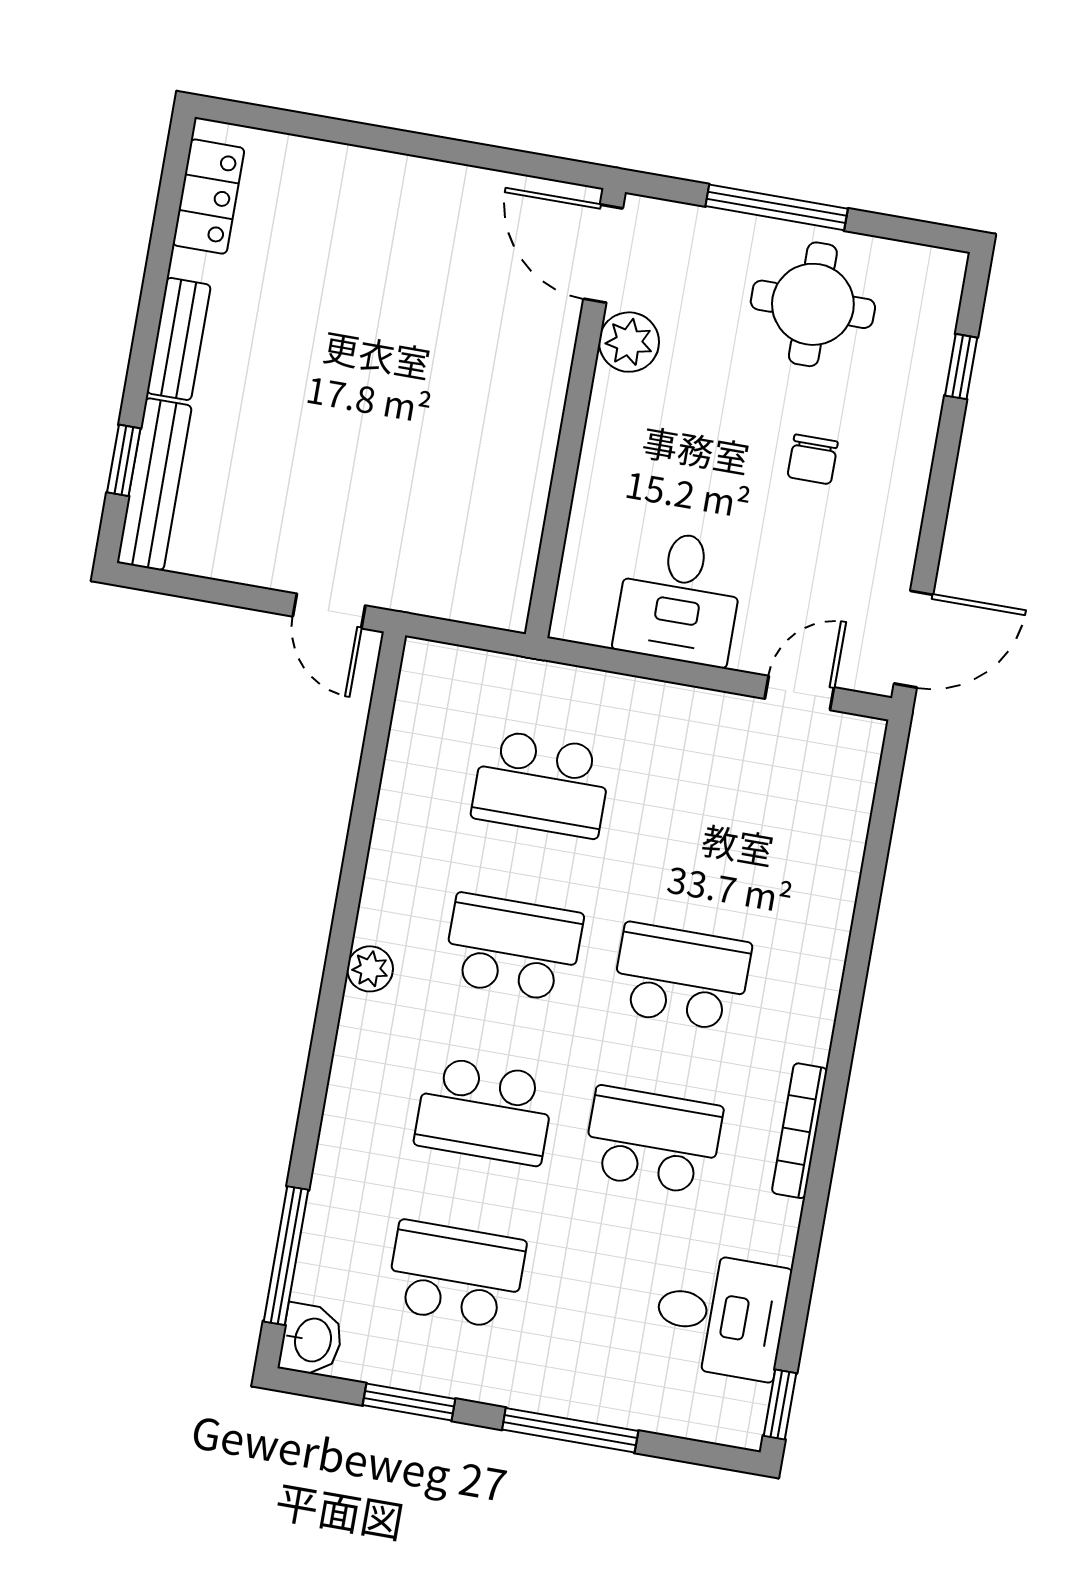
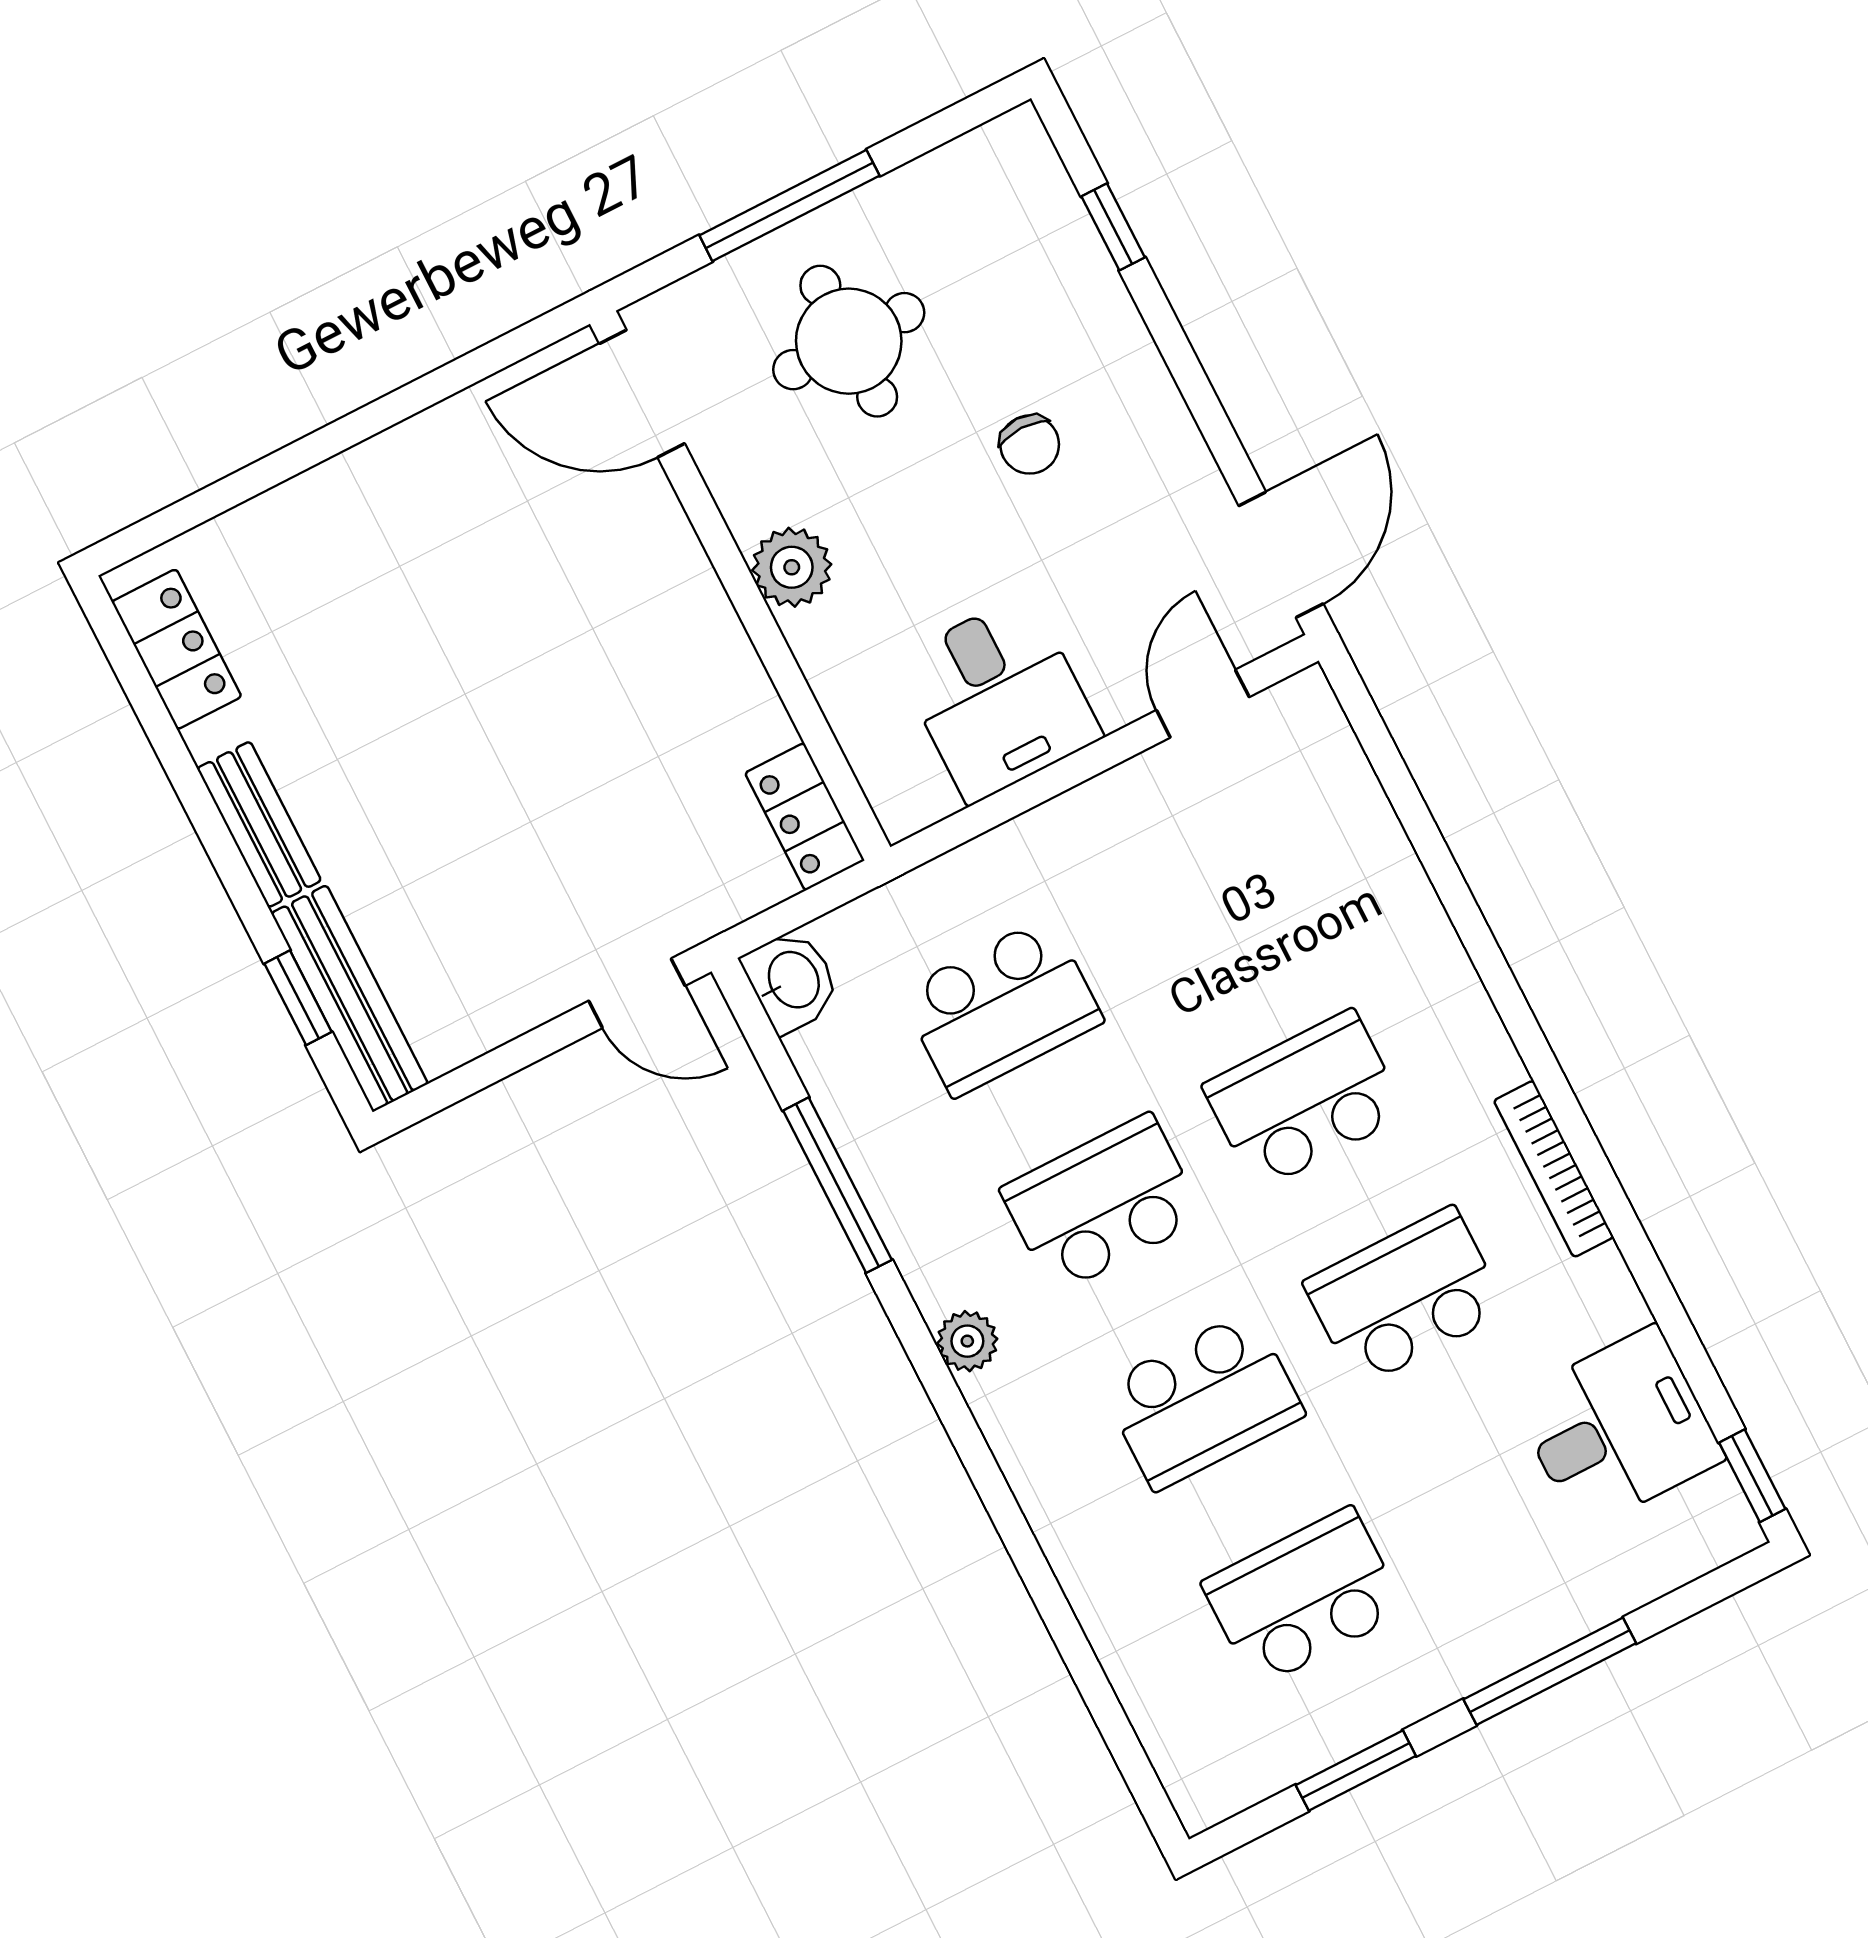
round table: (813, 304) -> (849, 341), moved
plant: (629, 342) -> (792, 567), moved
locker: (510, 581) -> (805, 817), added
window: (286, 1256) -> (837, 1185), moved
washbasin: (311, 1340) -> (792, 981), moved

